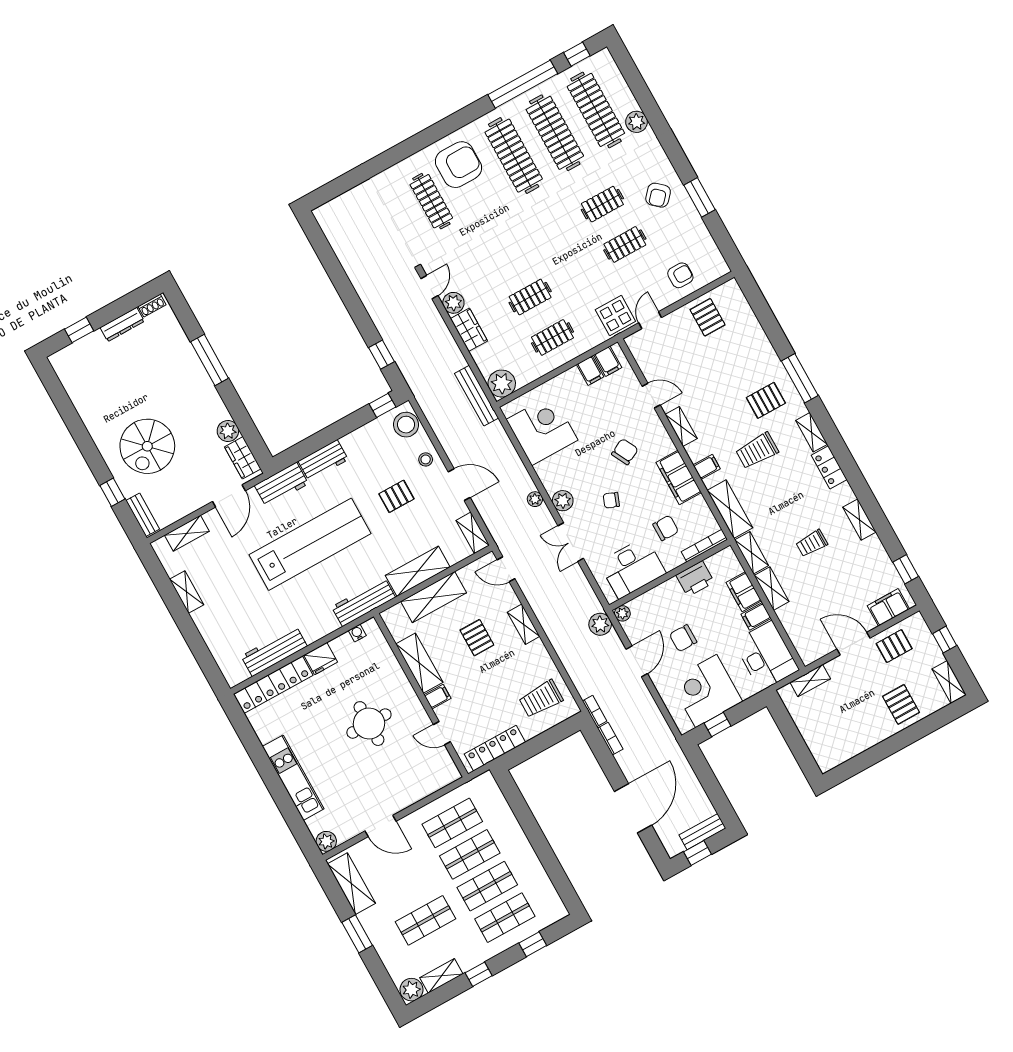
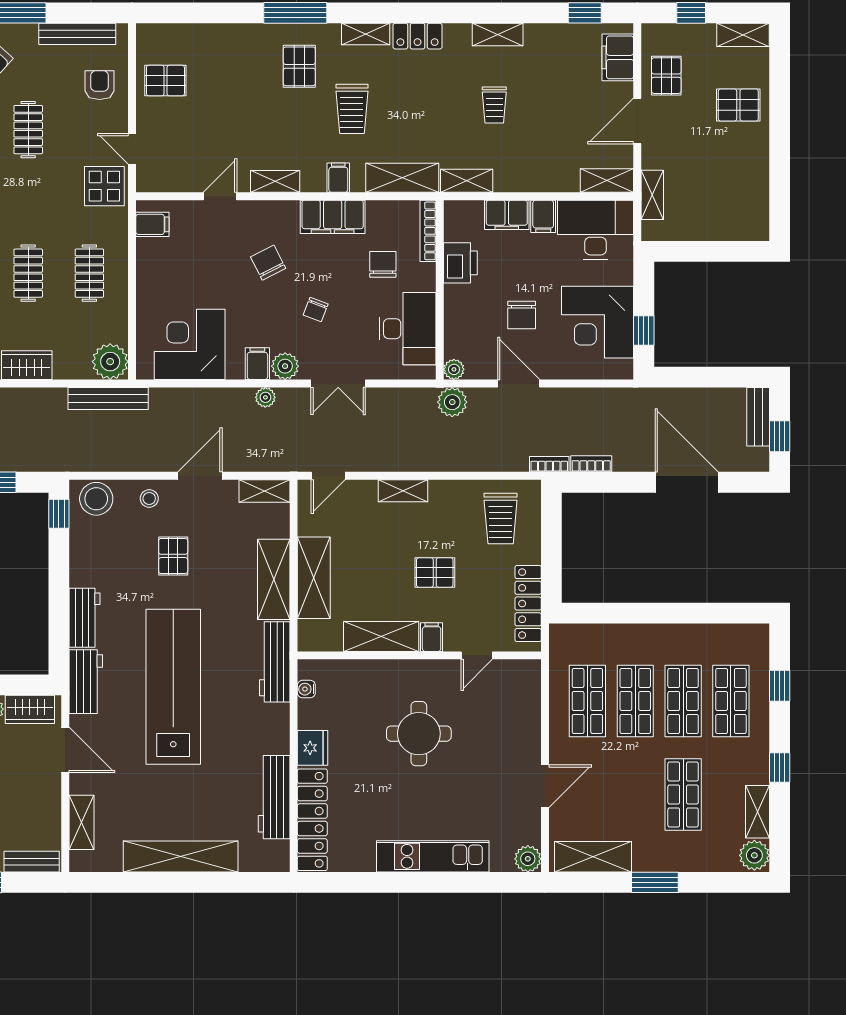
bench: (706, 242) -> (77, 34), added
filing cabinet: (590, 371) -> (257, 364), moved, turned -90
shelving: (772, 589) -> (607, 180), moved
shelving: (187, 592) -> (181, 857), width x2.20, depth x1.33
pallet: (477, 638) -> (435, 573), moved

